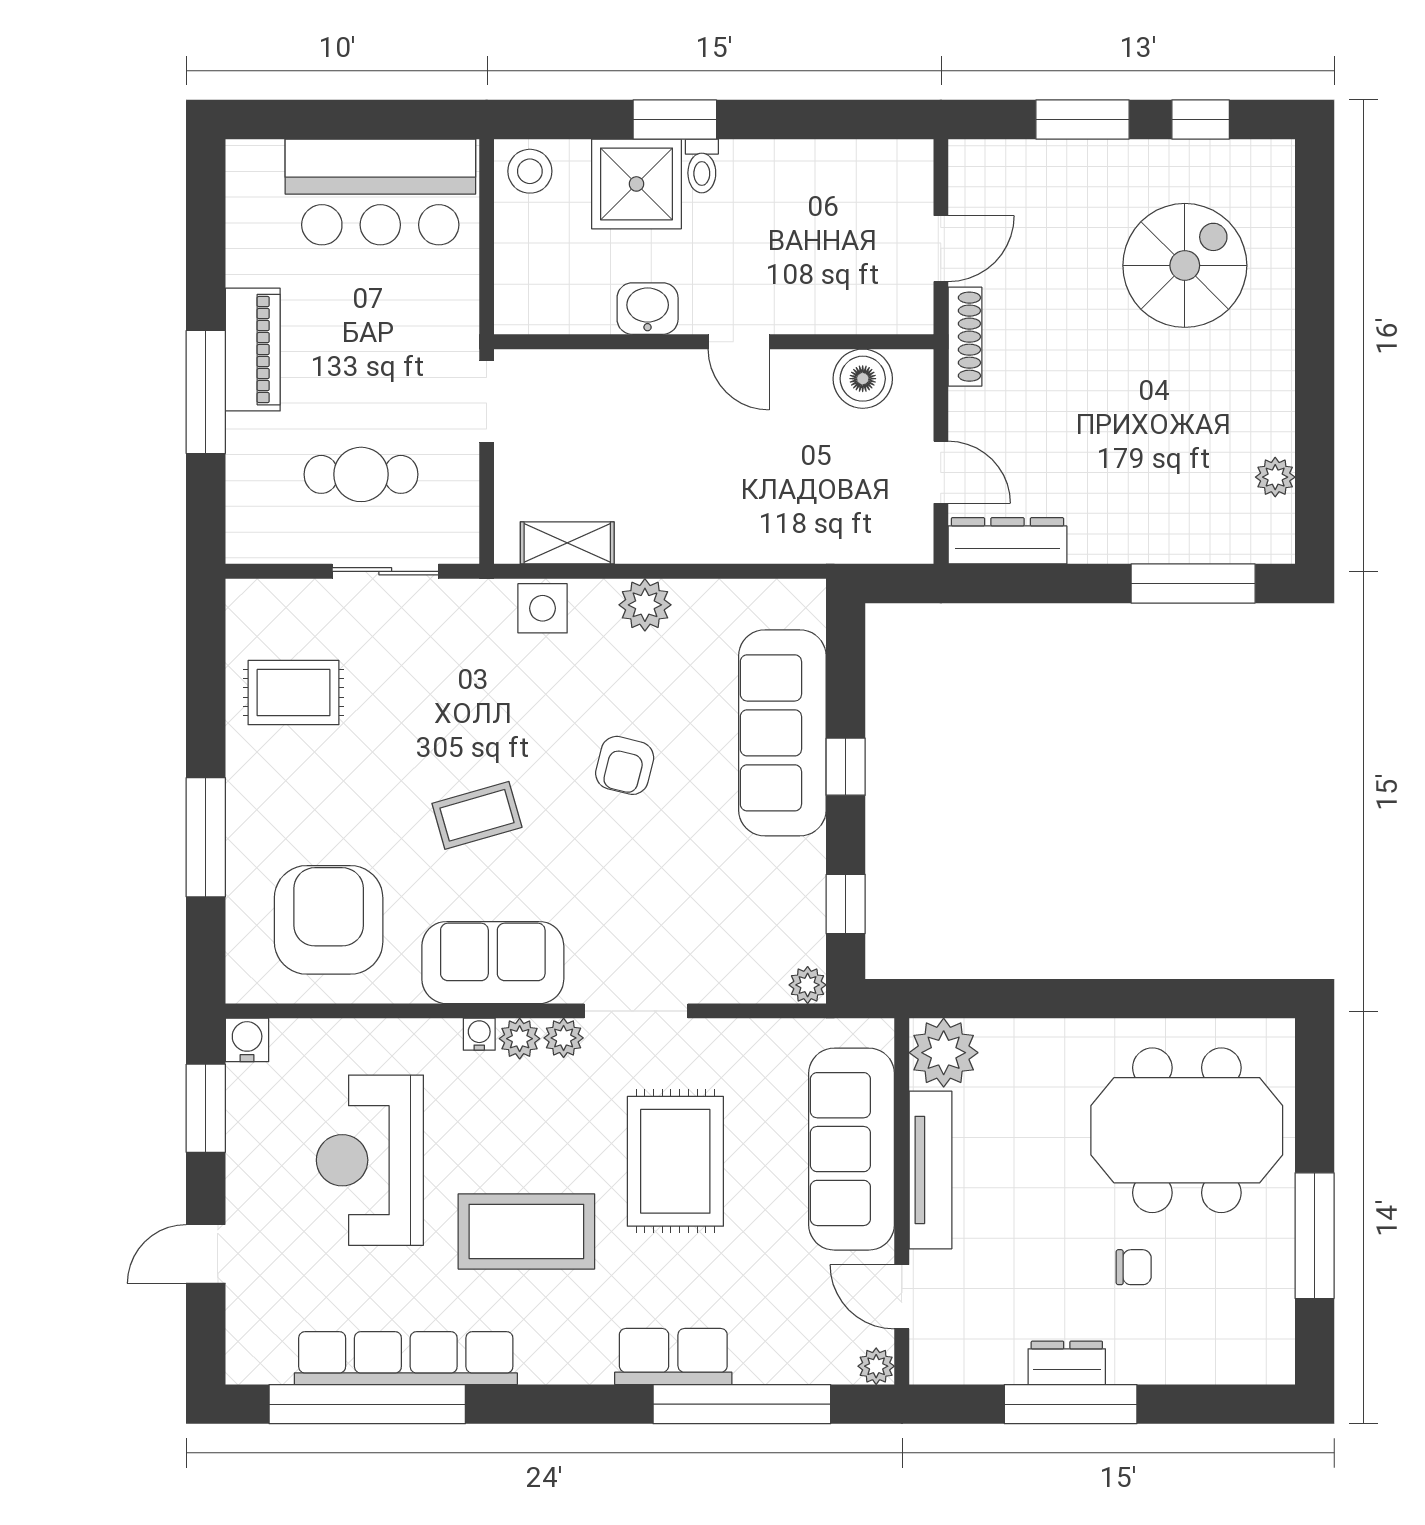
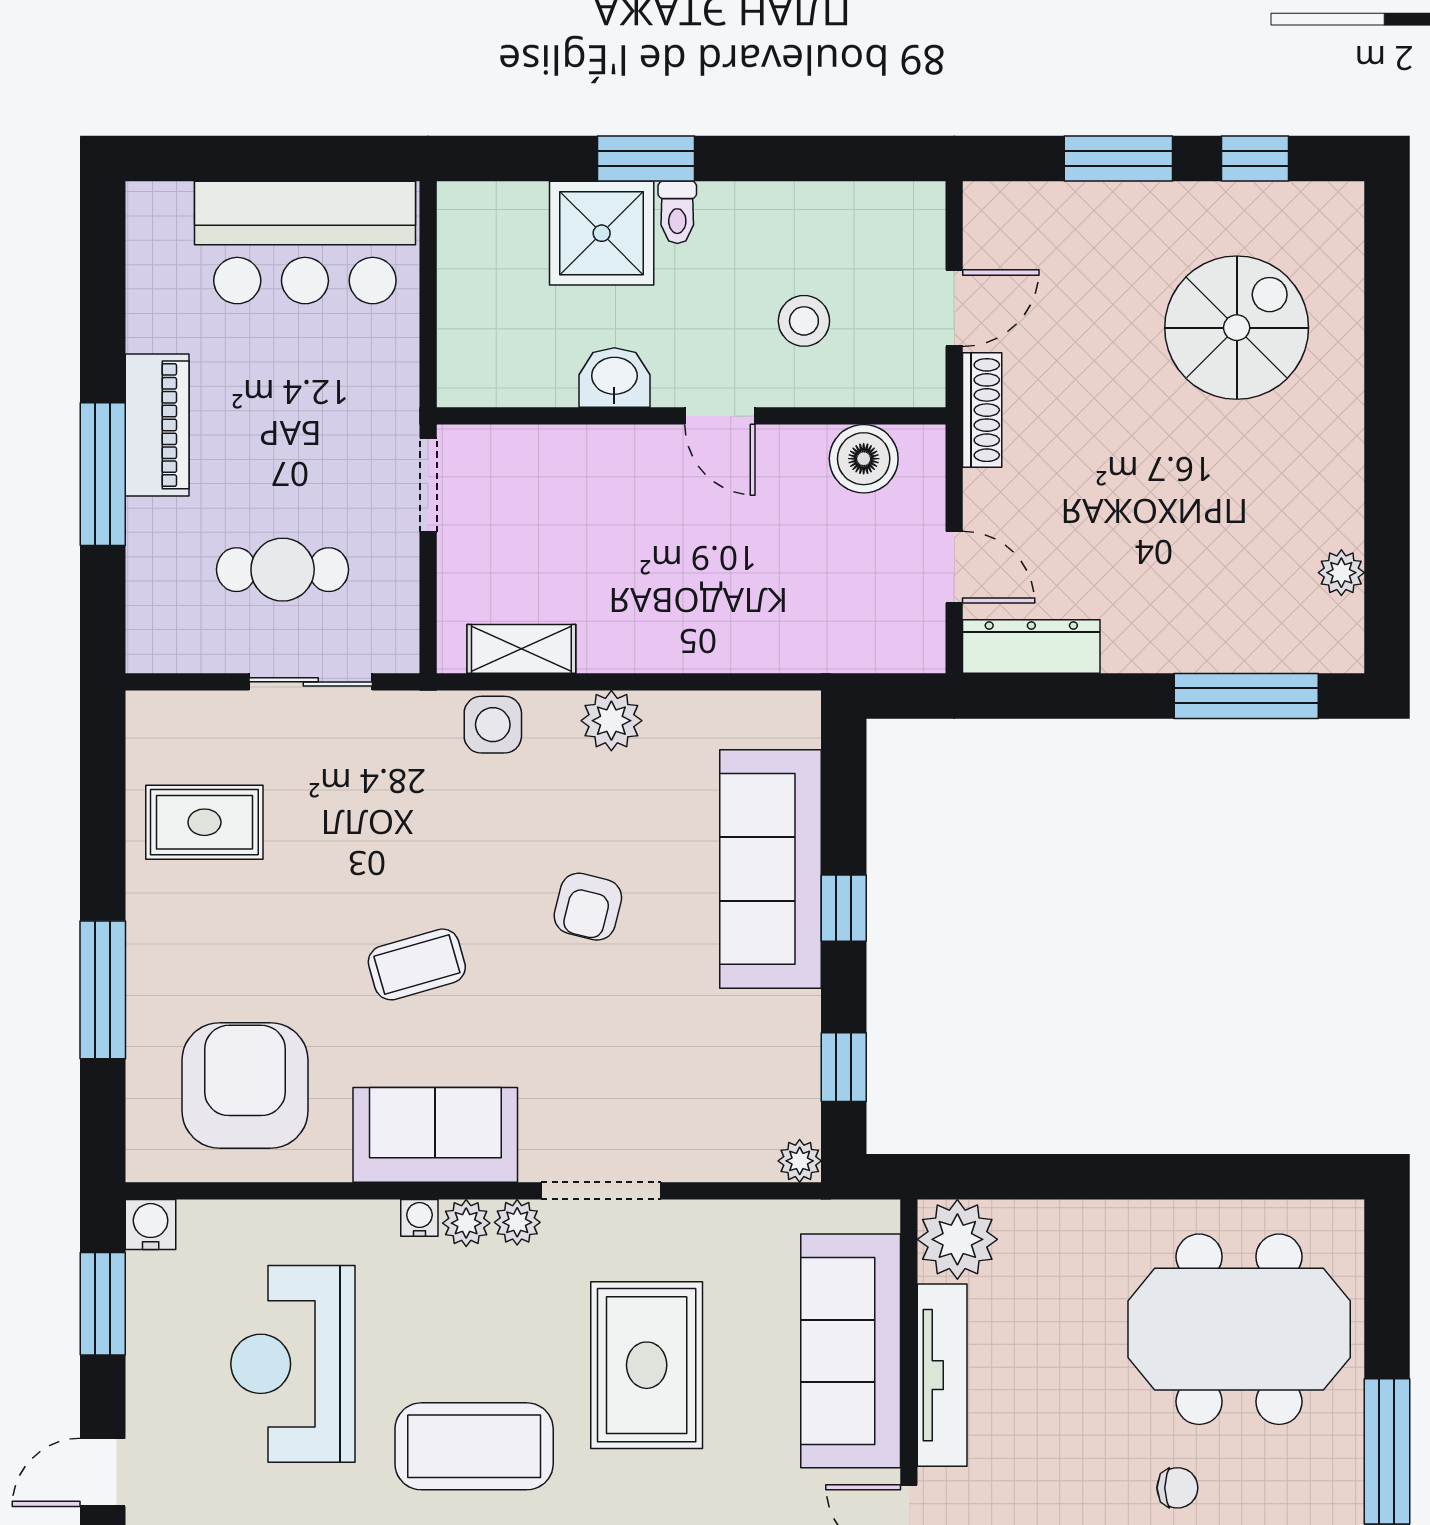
stool: (530, 171) -> (804, 321), moved

